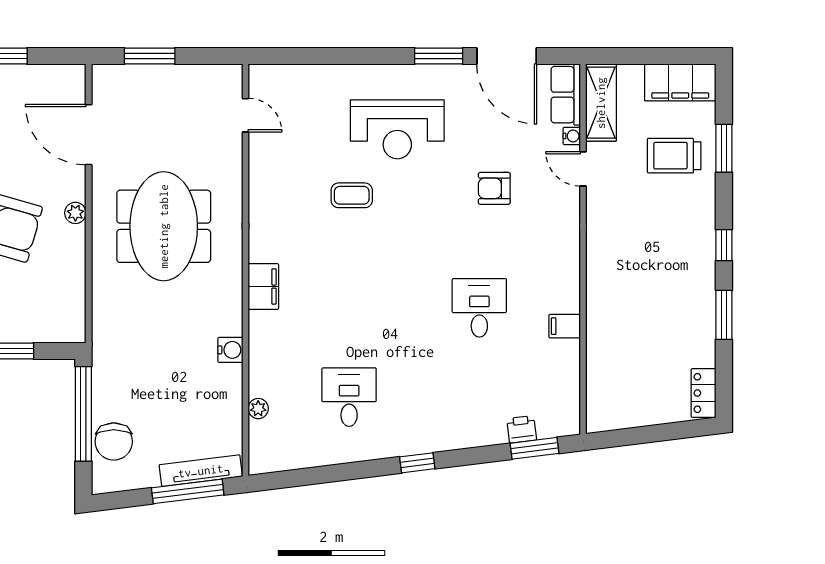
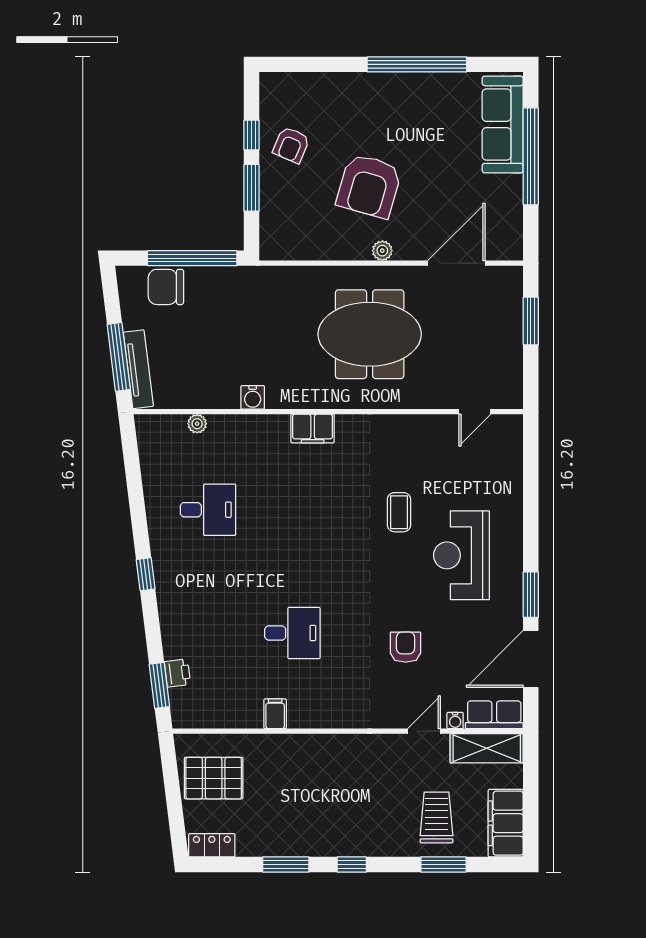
pallet: (633, 391) -> (214, 778), added

